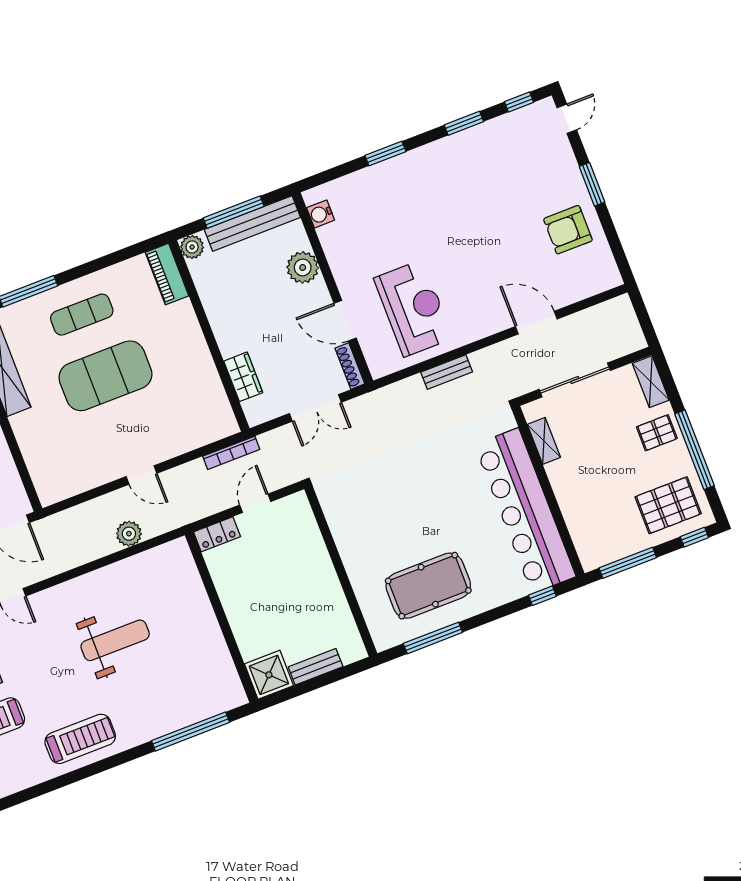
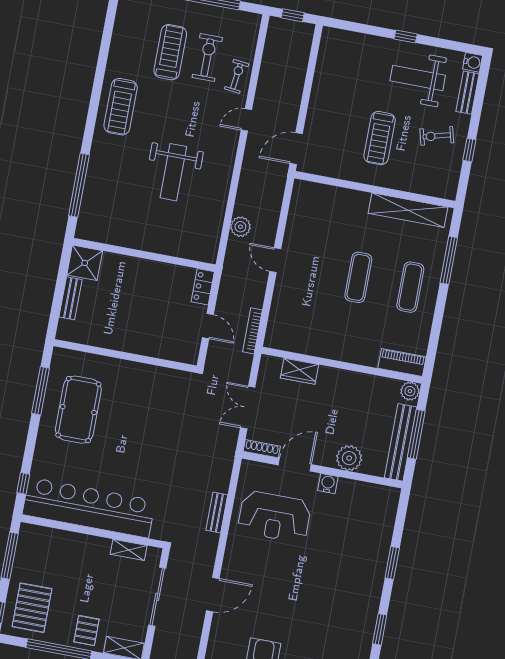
water cooler: (321, 214) -> (328, 484), moved
exercise mat: (105, 376) -> (358, 277), width x0.50, depth x0.69
door: (142, 475) -> (275, 260), hinge flipped

